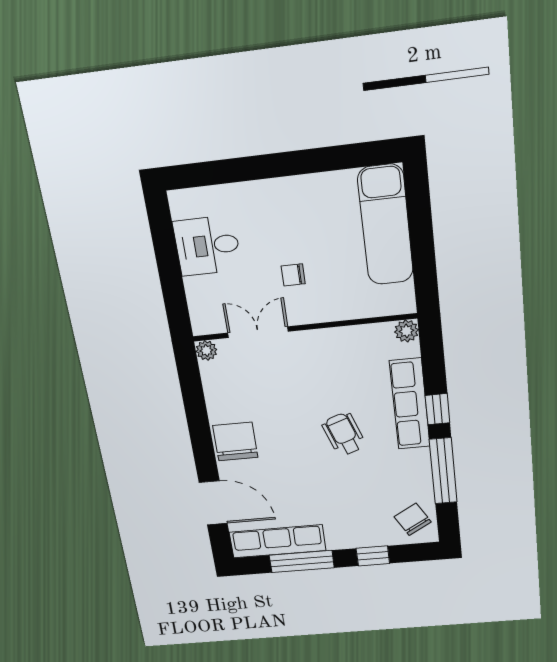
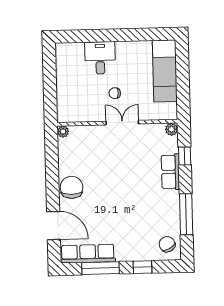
desk: (207, 246) -> (100, 58), moved, turned 90
double door: (258, 332) -> (122, 123), moved
row of seats: (410, 404) -> (170, 172), width x0.68
window: (437, 409) -> (185, 156), moved
wheelchair: (344, 434) -> (133, 187), removed

